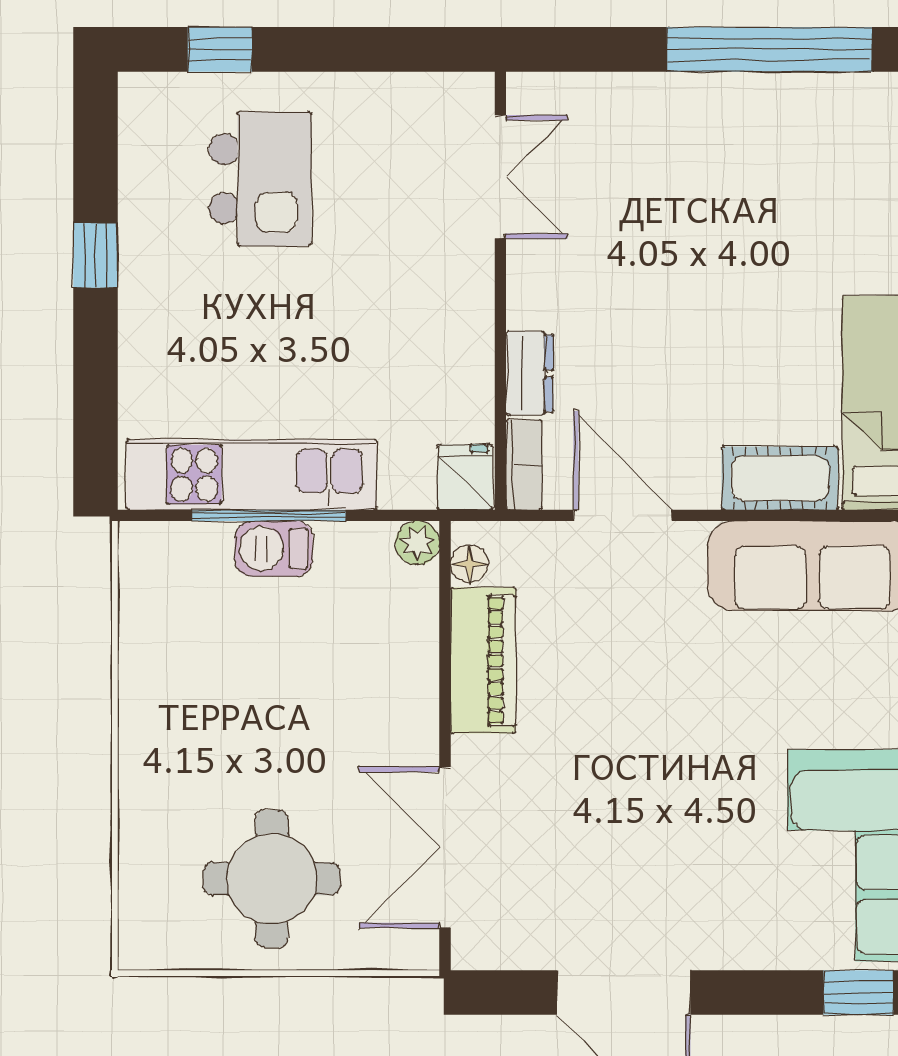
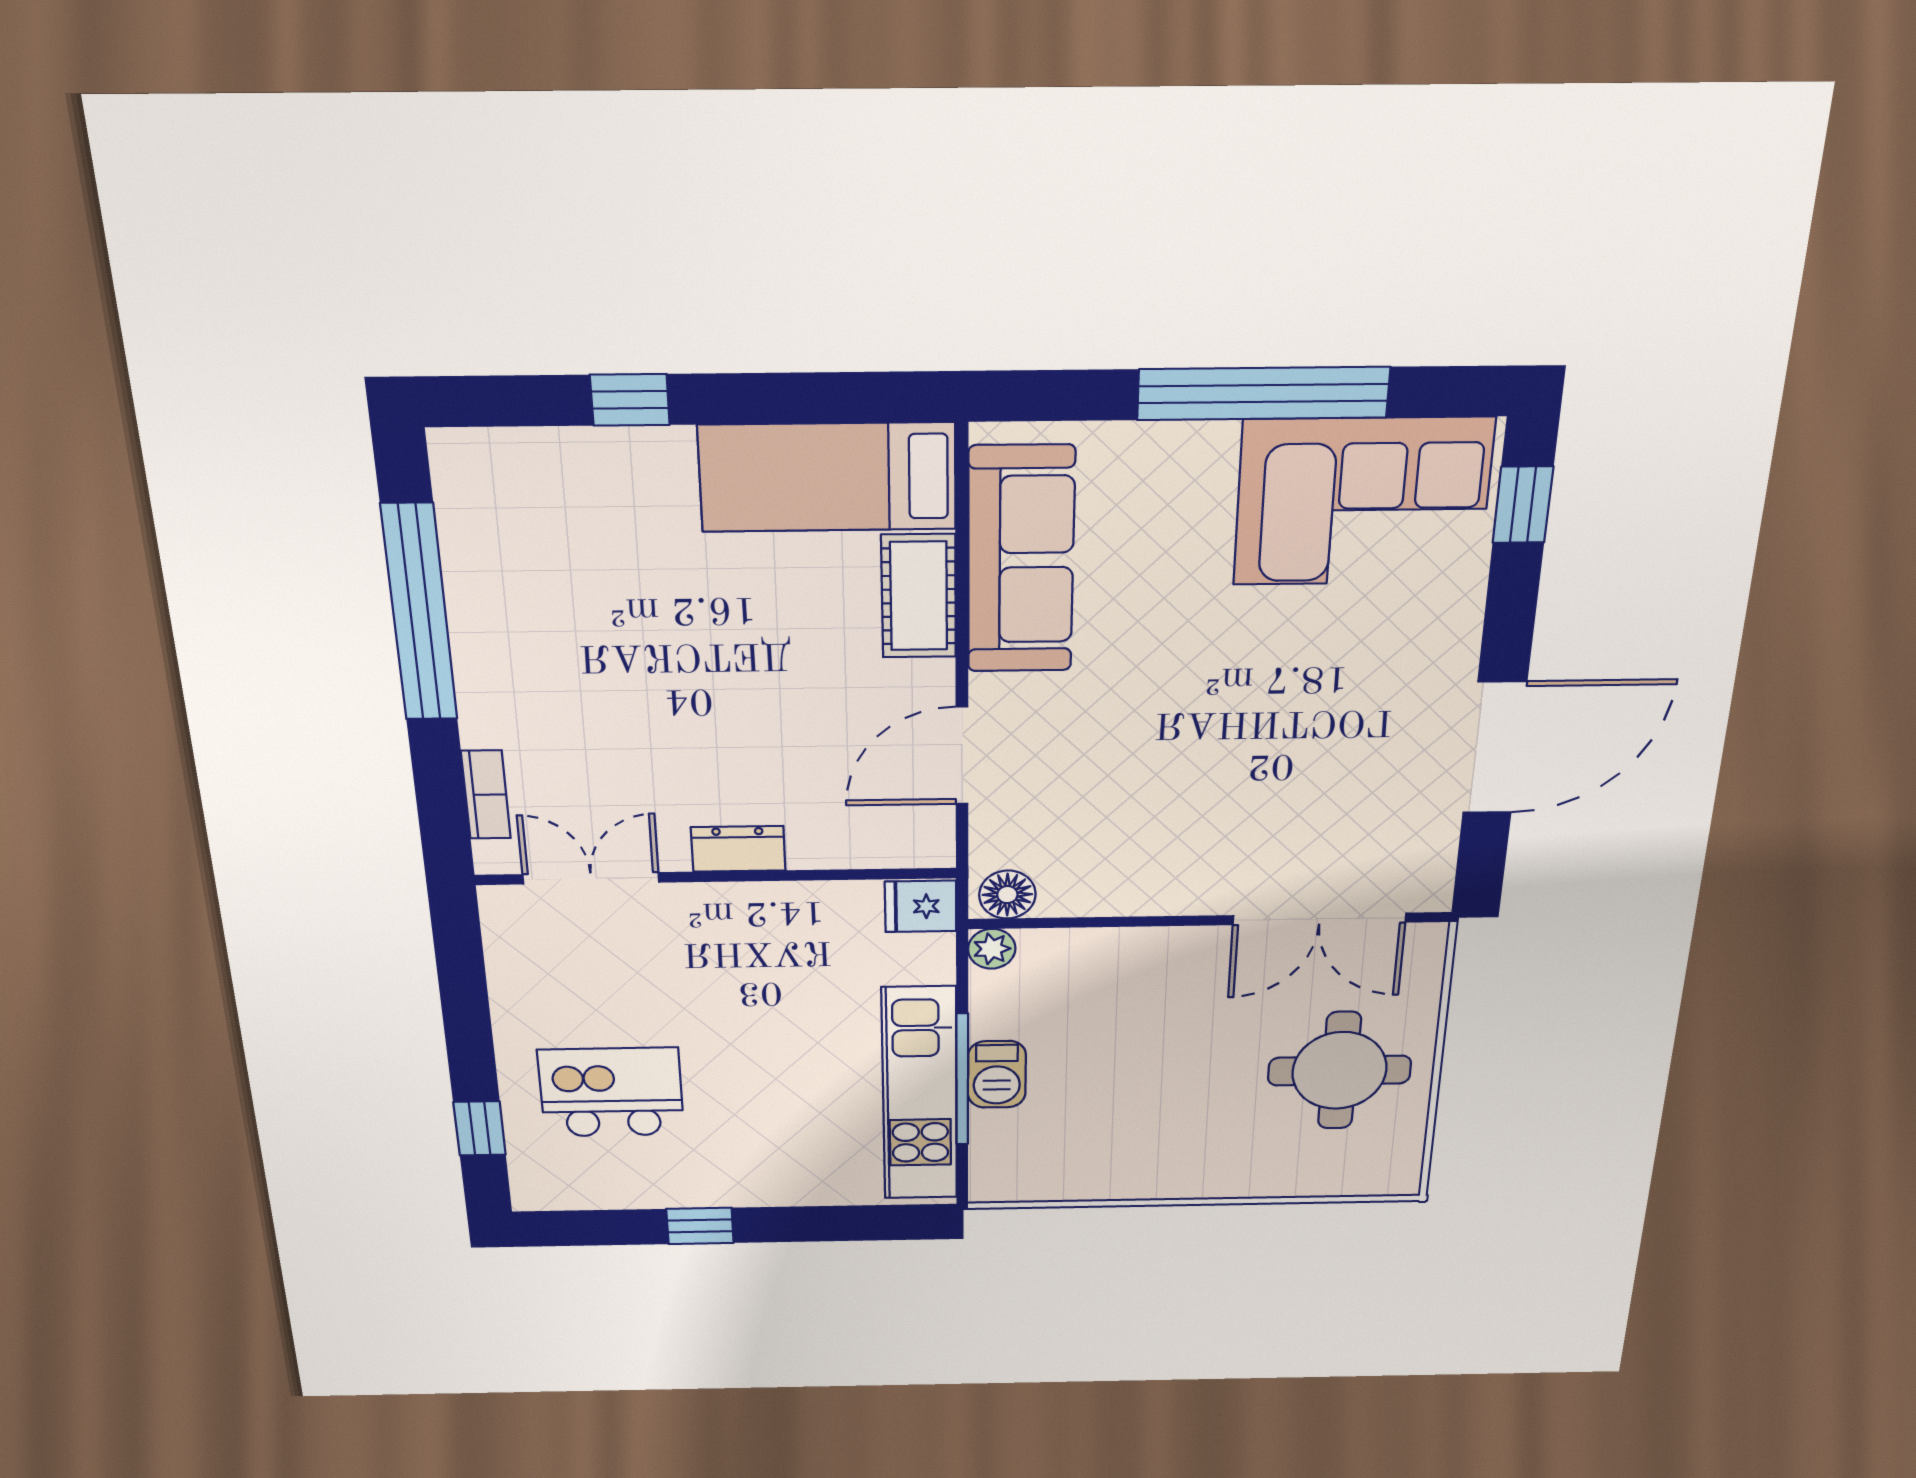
dresser: (530, 373) -> (738, 849), moved
bookcase: (524, 465) -> (486, 795), moved, turned 90
floor lamp: (469, 564) -> (1007, 895), width x1.37, depth x1.37
piano: (483, 660) -> (1120, 887), removed

